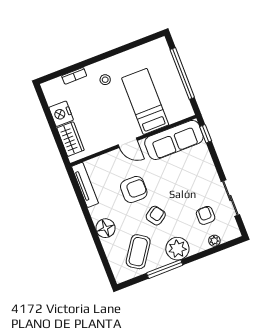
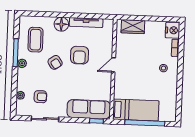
bed: (145, 101) -> (136, 110), moved
nightstand: (61, 114) -> (173, 30), moved, turned 90
sofa: (174, 140) -> (89, 109), moved, turned 90
tv unit: (85, 185) -> (86, 23), moved
plant: (177, 249) -> (22, 63), width x0.53, depth x0.53
coffee table: (138, 252) -> (36, 40), turned 56

